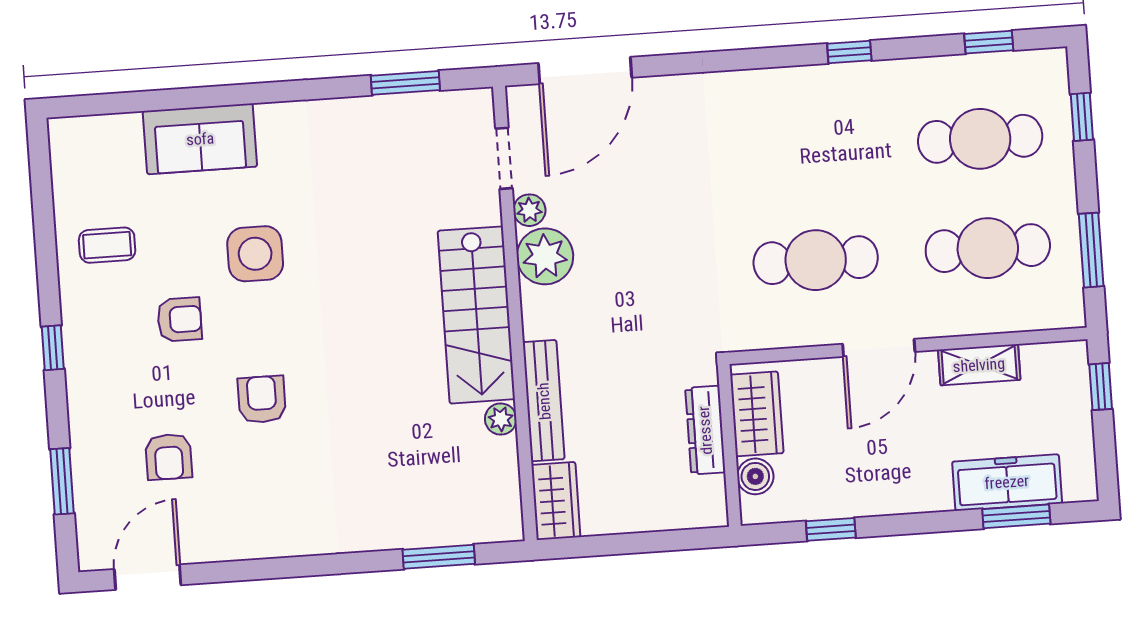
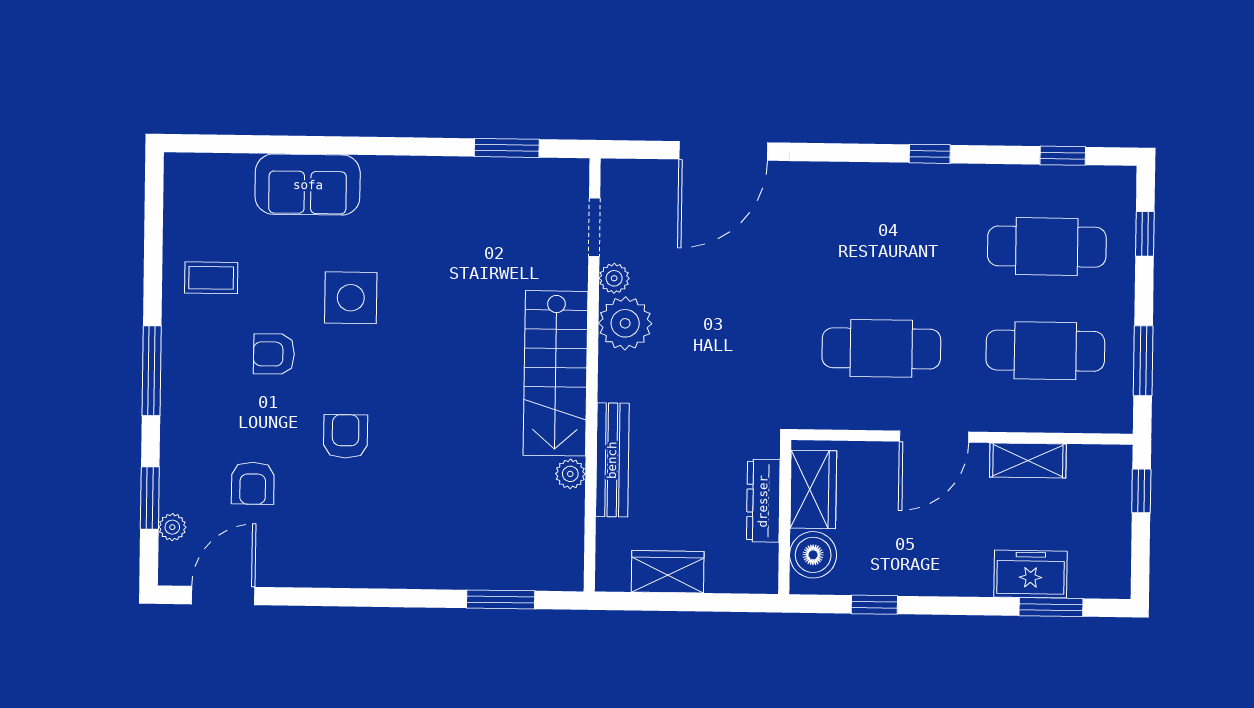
door: (585, 70) -> (723, 151), moved
armchair: (179, 319) -> (274, 354), turned 180
window: (53, 348) -> (152, 371), width x2.17
boiler: (755, 476) -> (813, 555), width x1.36, depth x1.36
freezer: (1007, 482) -> (1031, 574), width x0.71
wardrobe: (556, 501) -> (668, 572), moved, turned -90
plant: (88, 510) -> (172, 527), added

